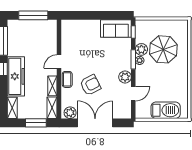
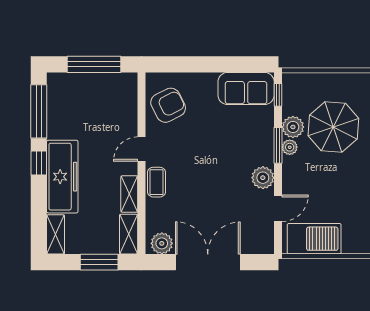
armchair: (90, 85) -> (168, 105), moved
barbecue: (166, 110) -> (314, 239), moved

